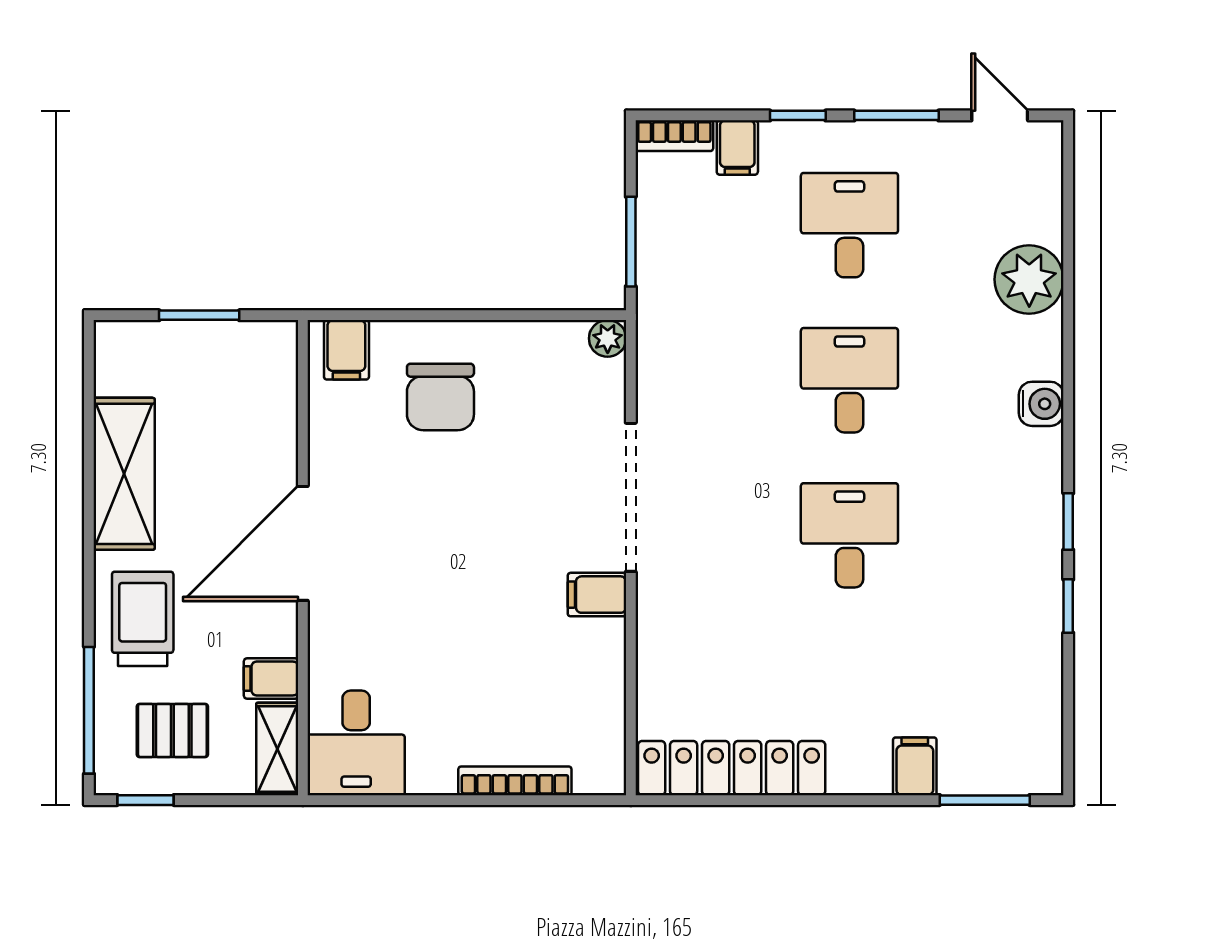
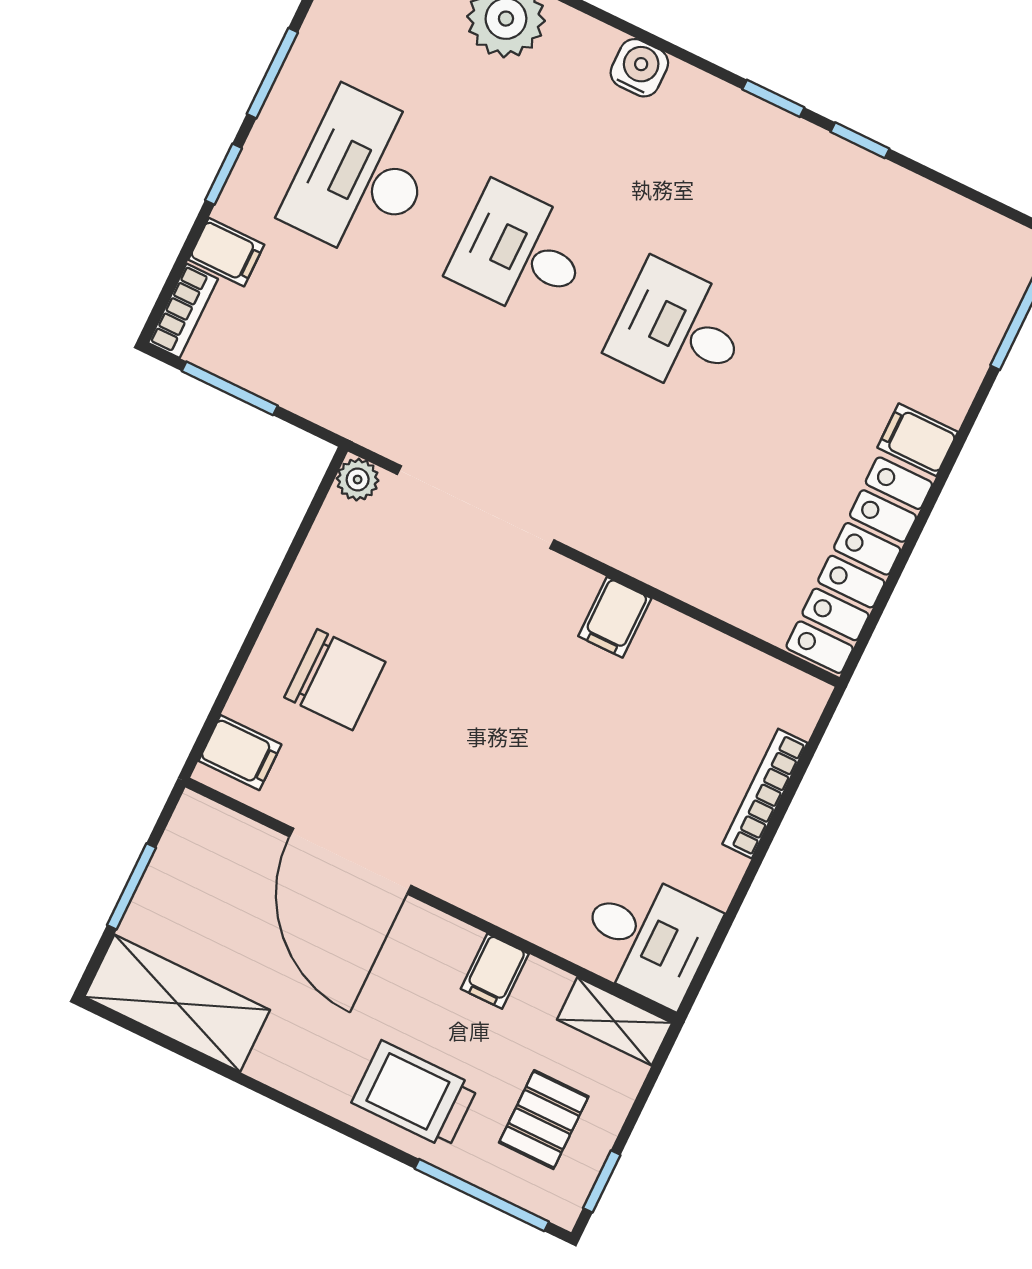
desk: (849, 225) -> (361, 176), width x1.37
window: (631, 242) -> (230, 388), moved
shelving: (124, 474) -> (177, 1003), moved
doorway: (631, 497) -> (476, 507), moved
door: (303, 543) -> (350, 861), moved
filing cabinet: (271, 679) -> (495, 971), moved
filing cabinet: (915, 766) -> (918, 440), moved

